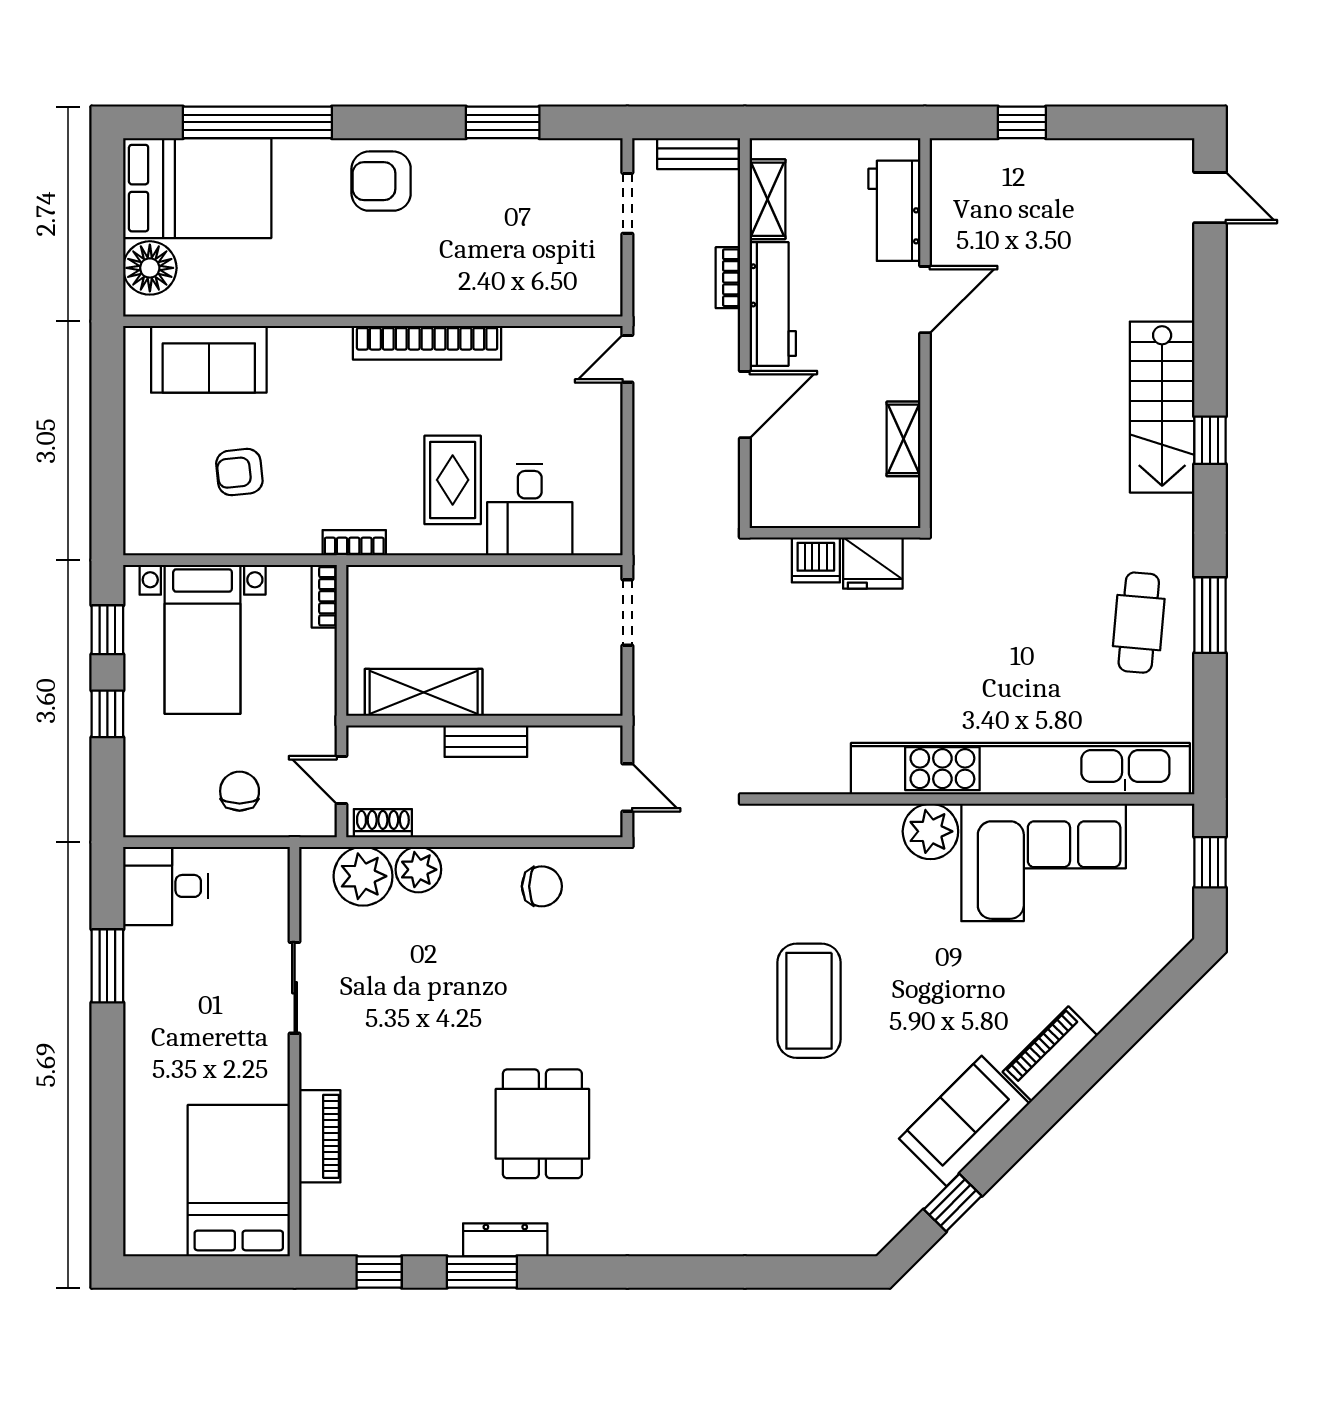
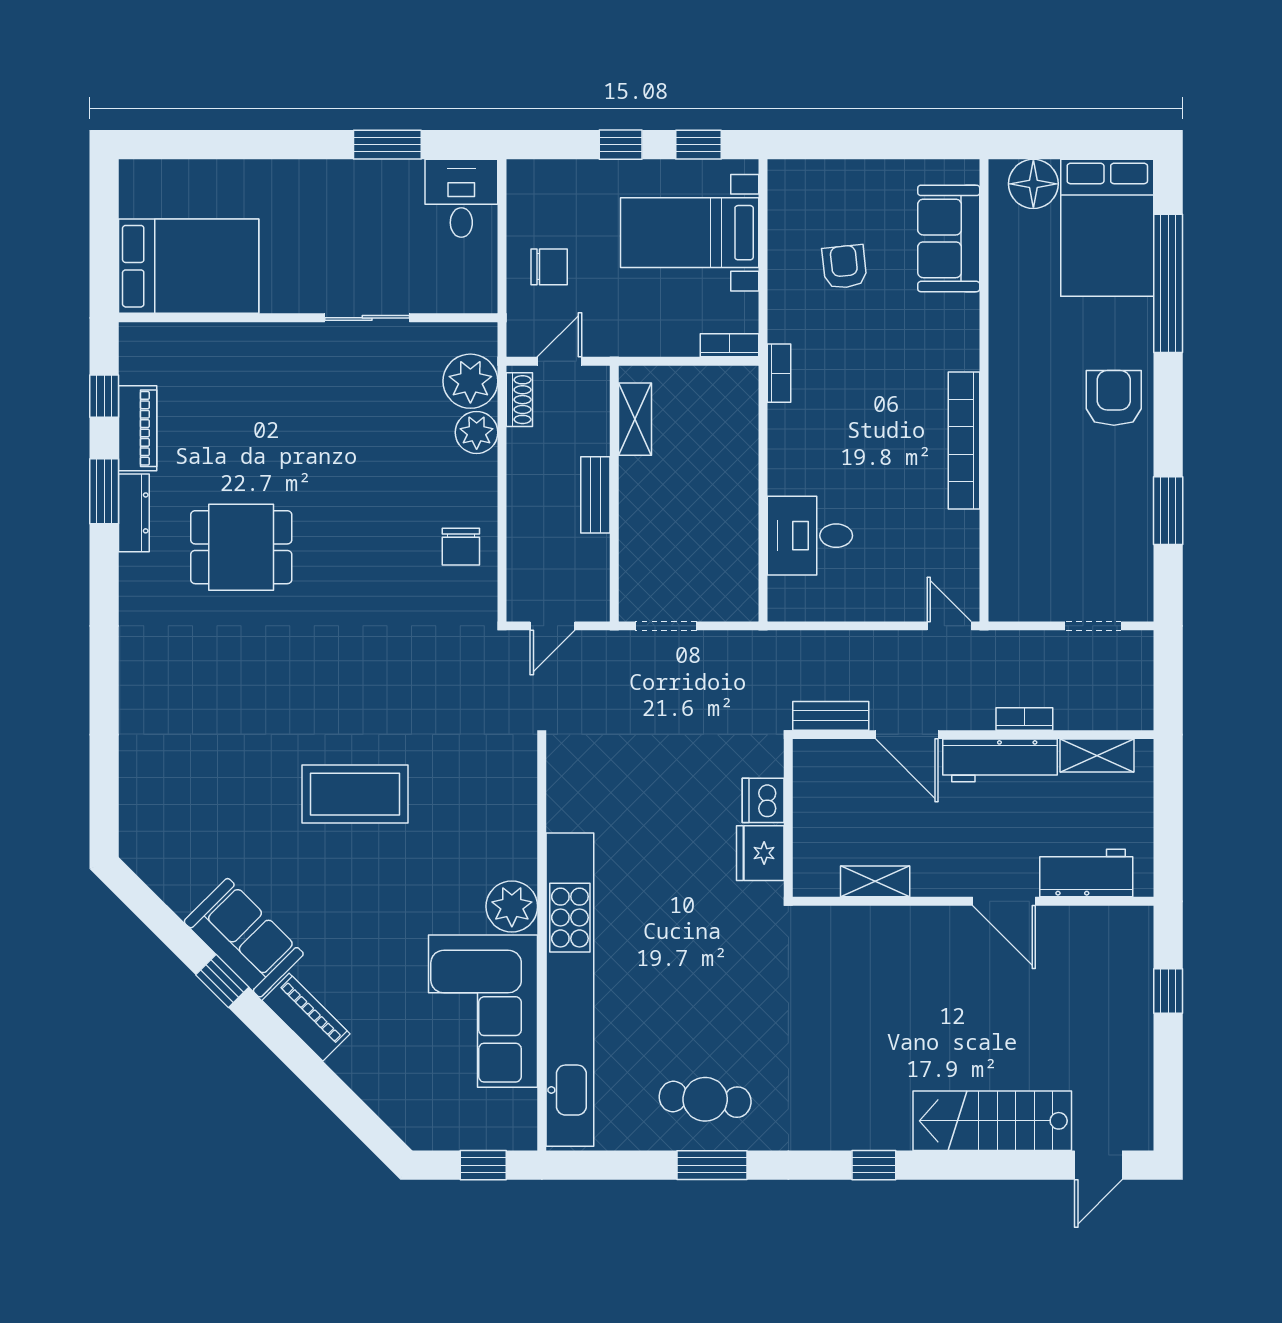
bench: (698, 154) -> (831, 716), moved, turned 90
stairs: (1162, 407) -> (992, 1121), moved
rug: (453, 480) -> (837, 464), removed
doorway: (627, 613) -> (666, 626), moved
shelving: (424, 692) -> (635, 419), width x0.67, depth x0.75
piano: (320, 1136) -> (138, 428), moved, turned -90
window: (953, 1203) -> (222, 981), moved

